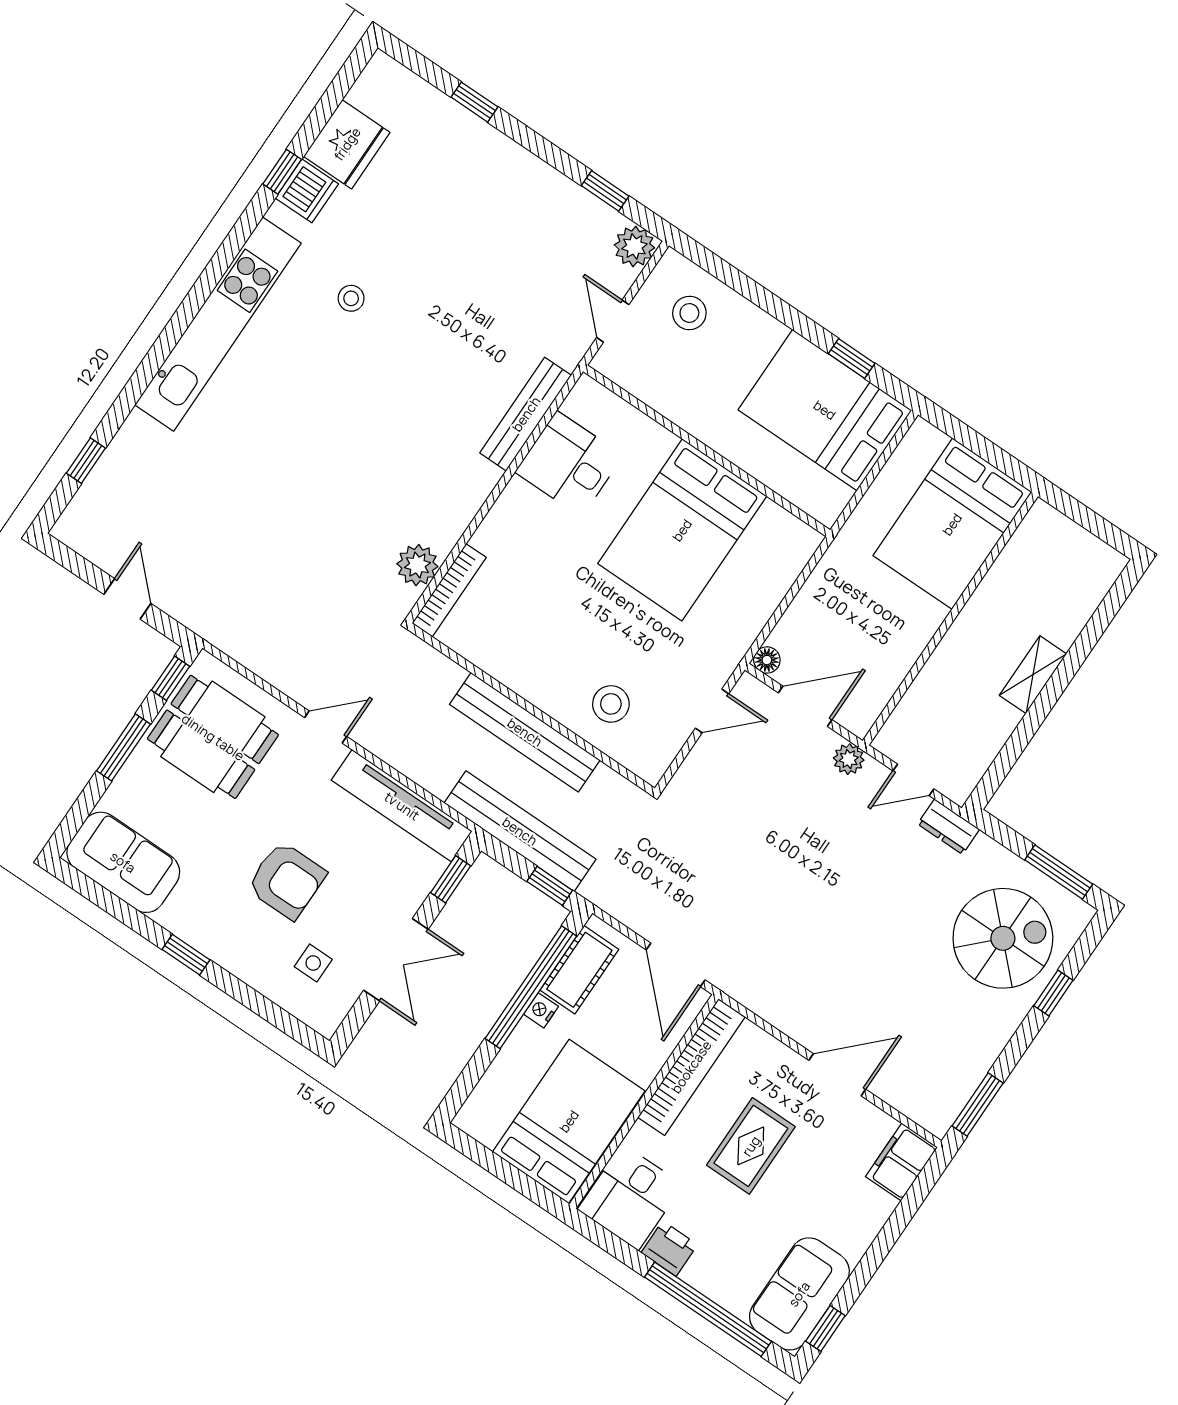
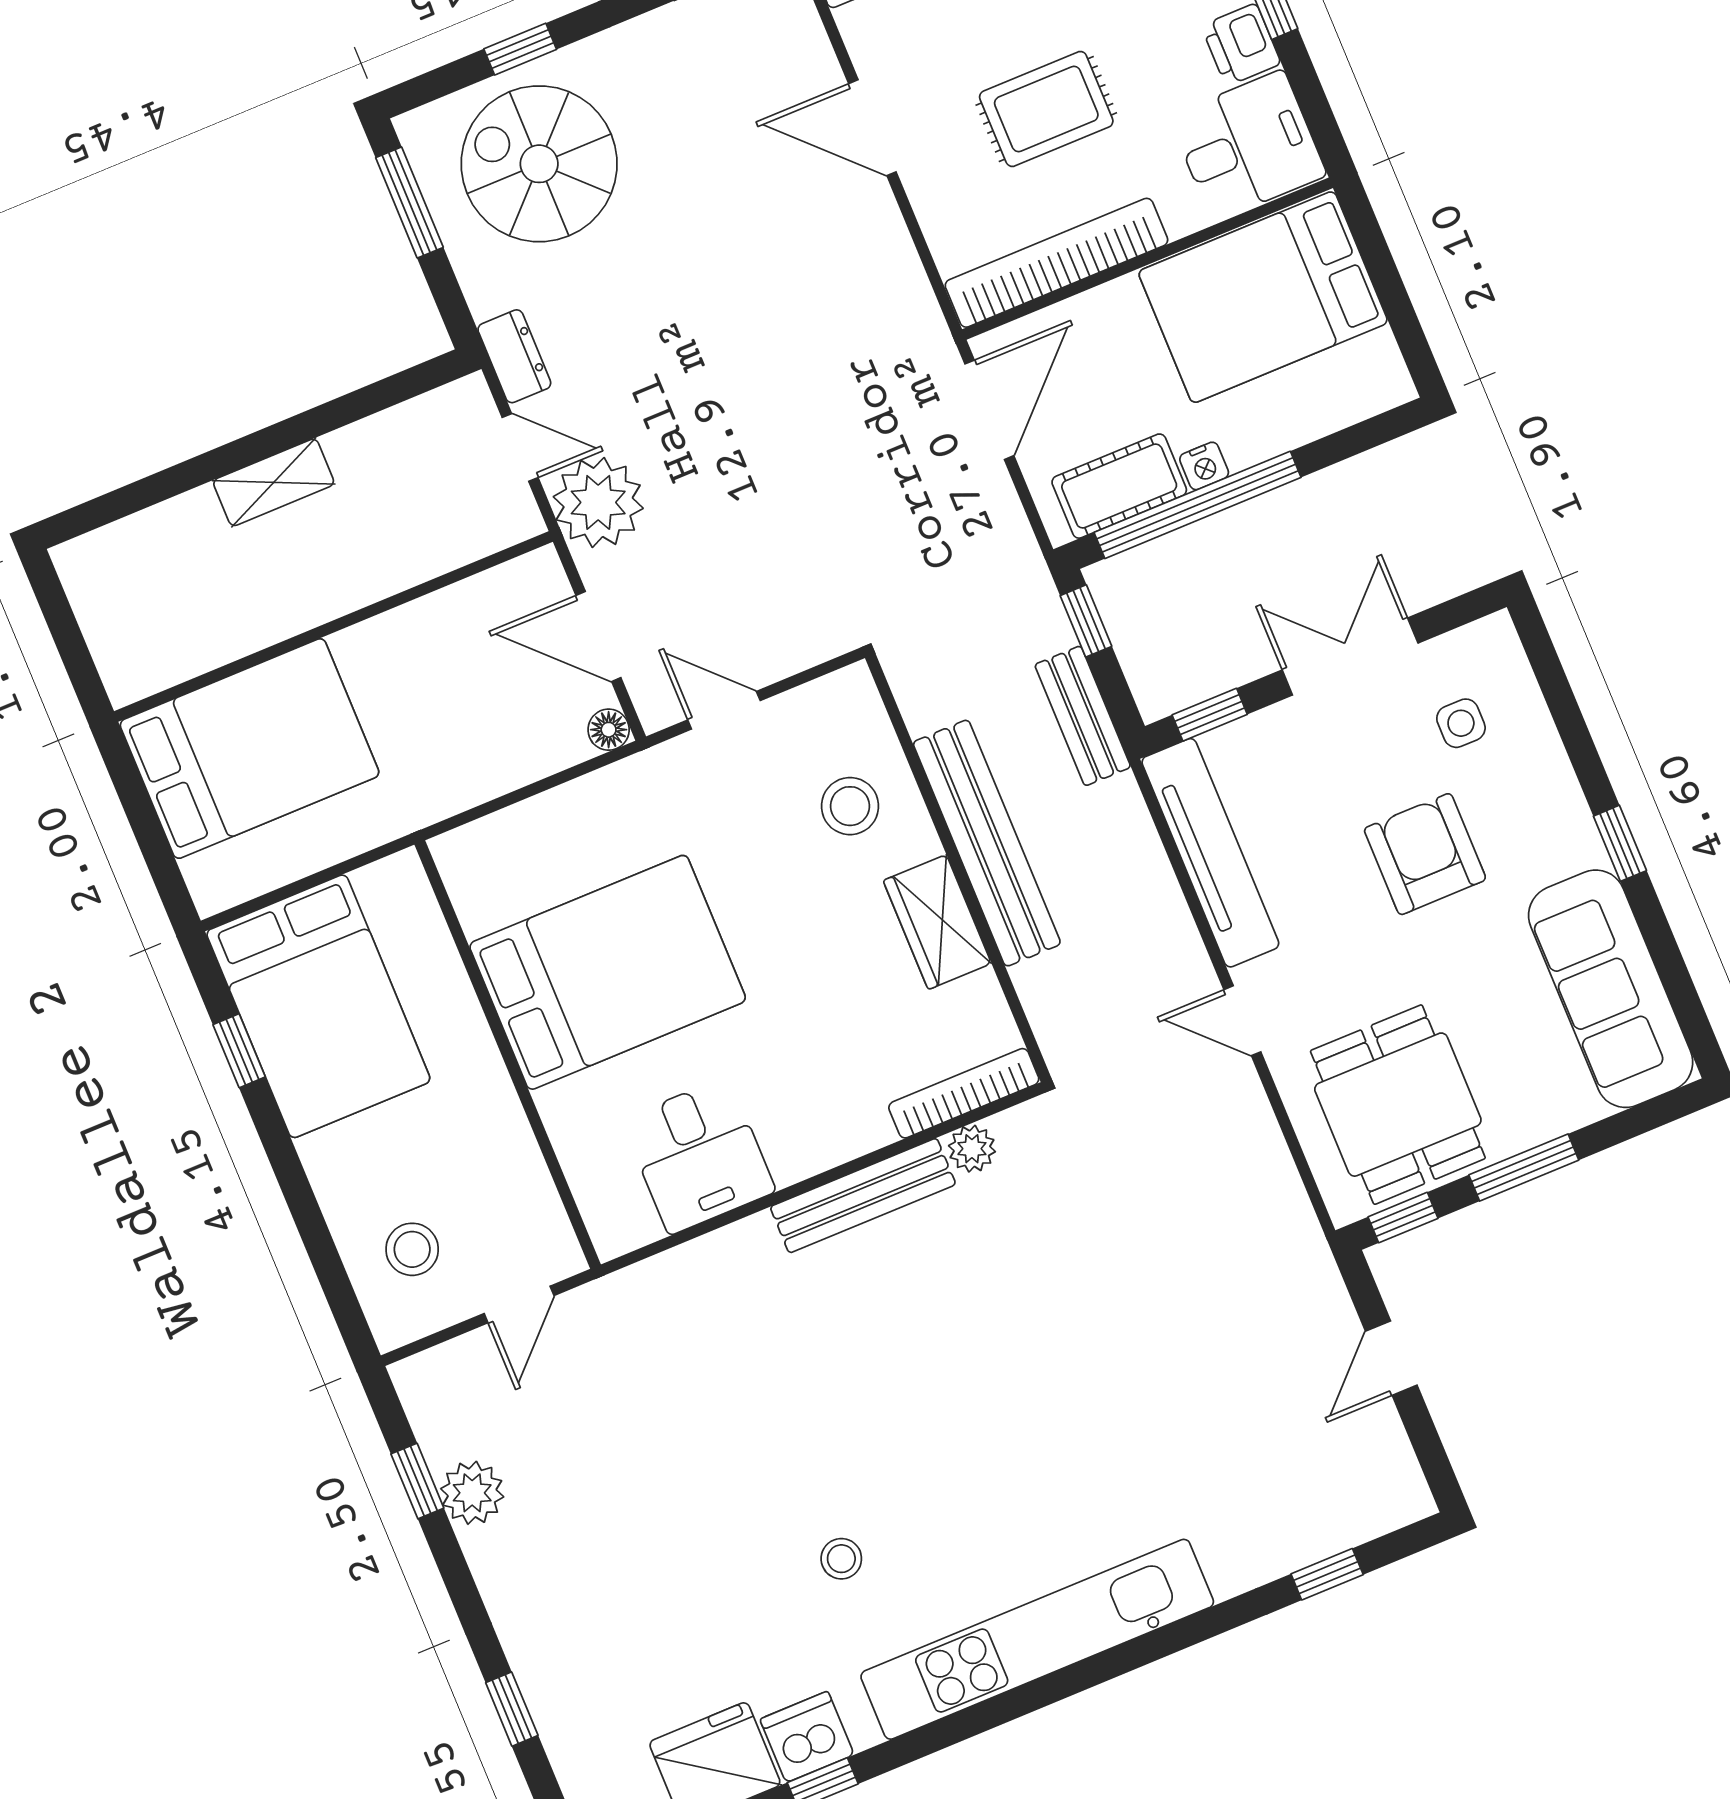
plant: (634, 246) -> (472, 1493), moved
bench: (526, 414) -> (863, 1196), moved
plant: (417, 565) -> (972, 1149), width x0.73, depth x0.73
wardrobe: (524, 673) -> (937, 922), added
plant: (849, 759) -> (598, 502), width x1.88, depth x1.88
bench: (520, 831) -> (1083, 716), width x0.54, depth x0.82
sofa: (123, 862) -> (1611, 989), width x1.36

